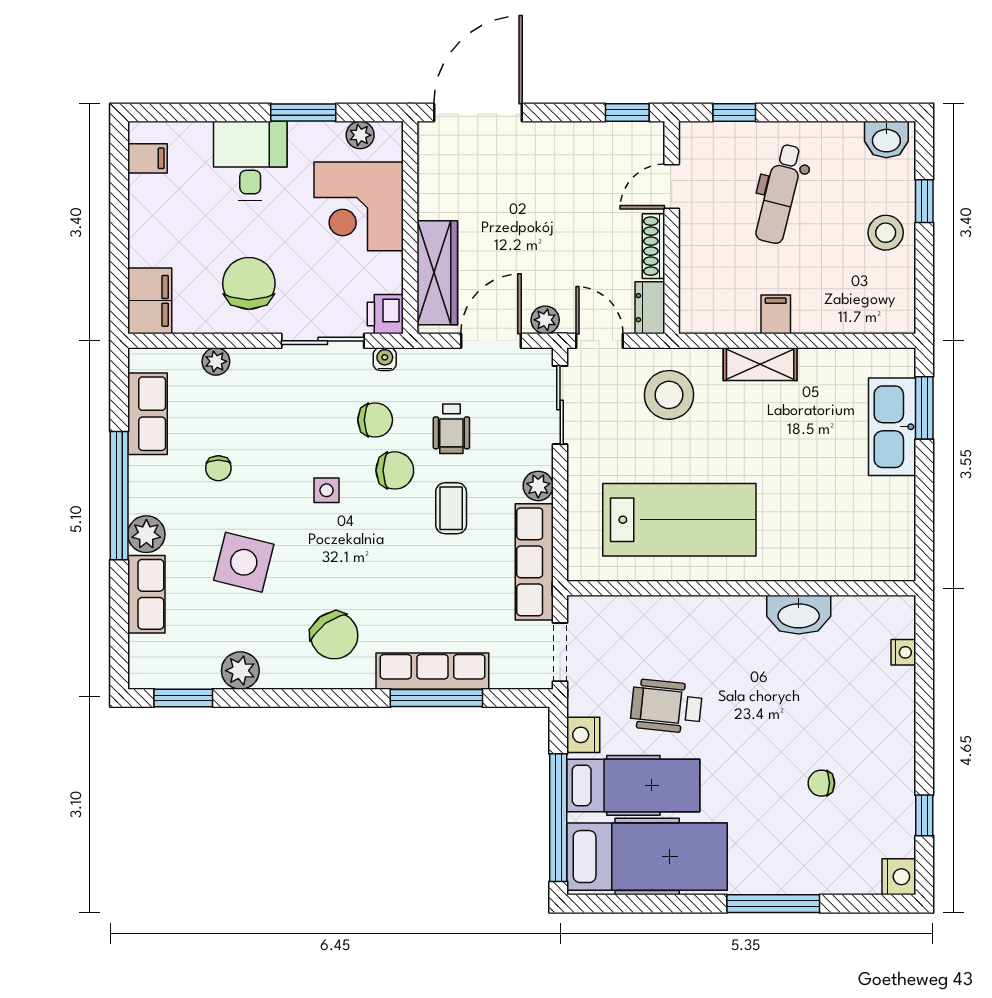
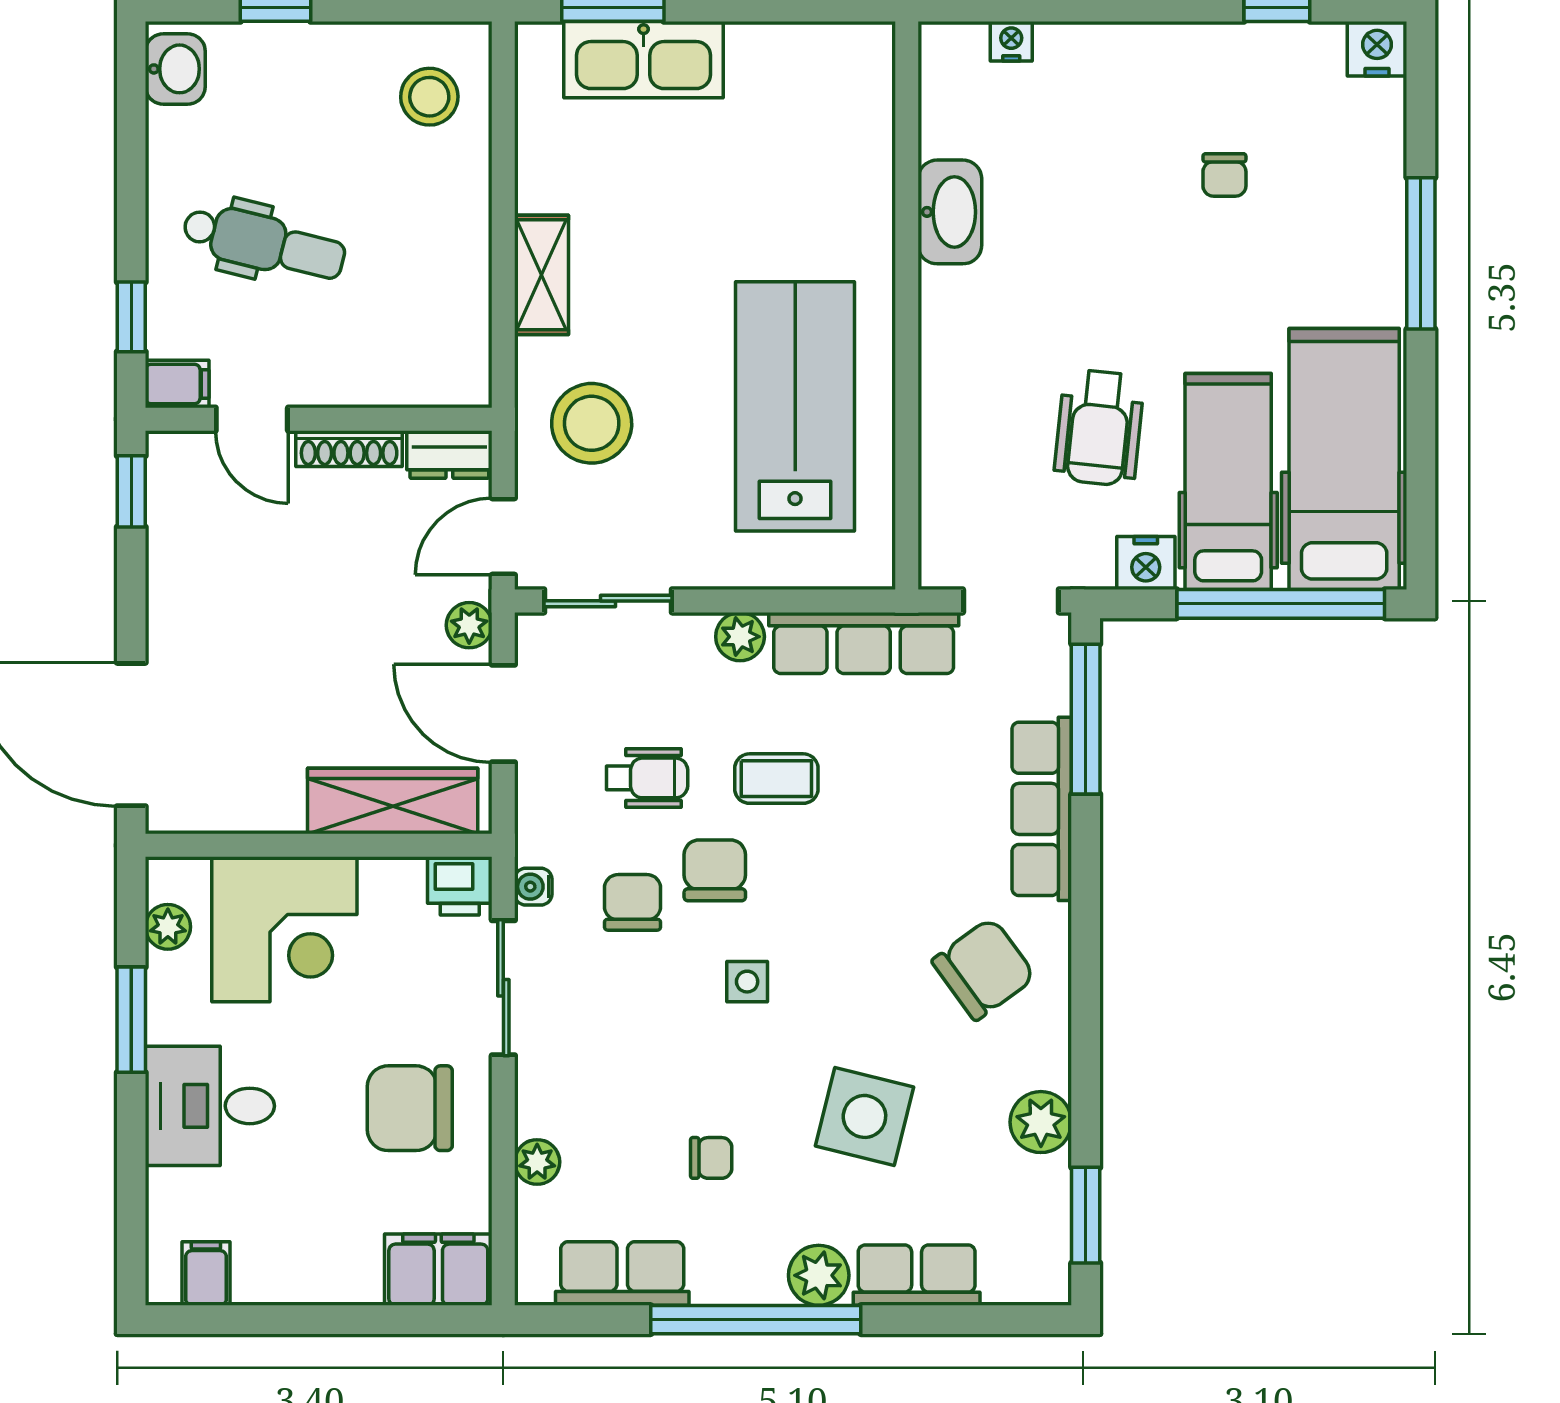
stool: (886, 233) -> (429, 97), moved
filing cabinet: (776, 314) -> (177, 384), moved, turned 180
window: (436, 698) -> (1086, 719), moved

